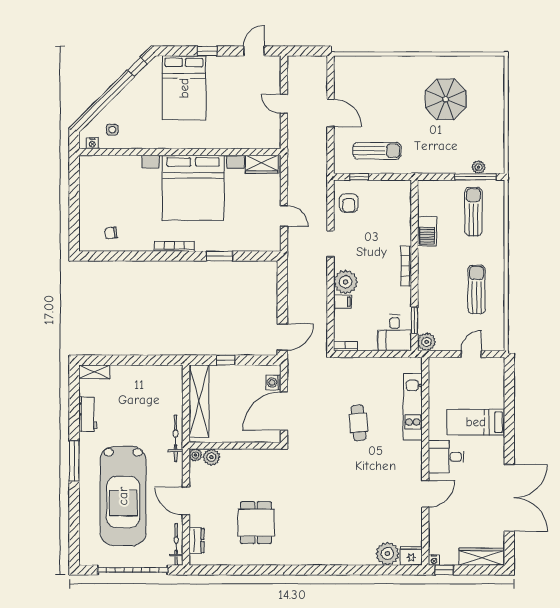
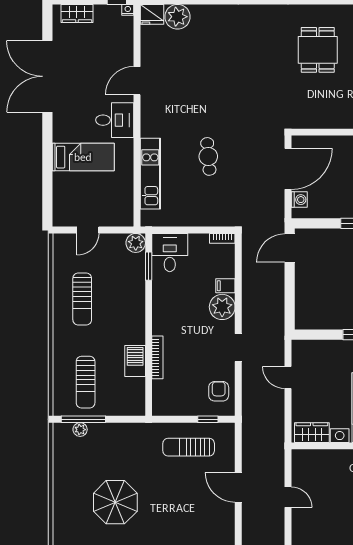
bookcase: (406, 266) -> (157, 357), moved
wardrobe: (481, 557) -> (77, 13), width x0.67

